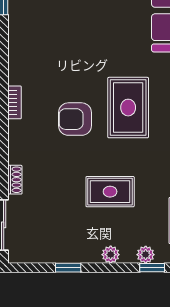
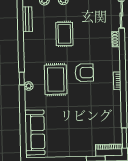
rug: (110, 192) -> (64, 34), turned 90

